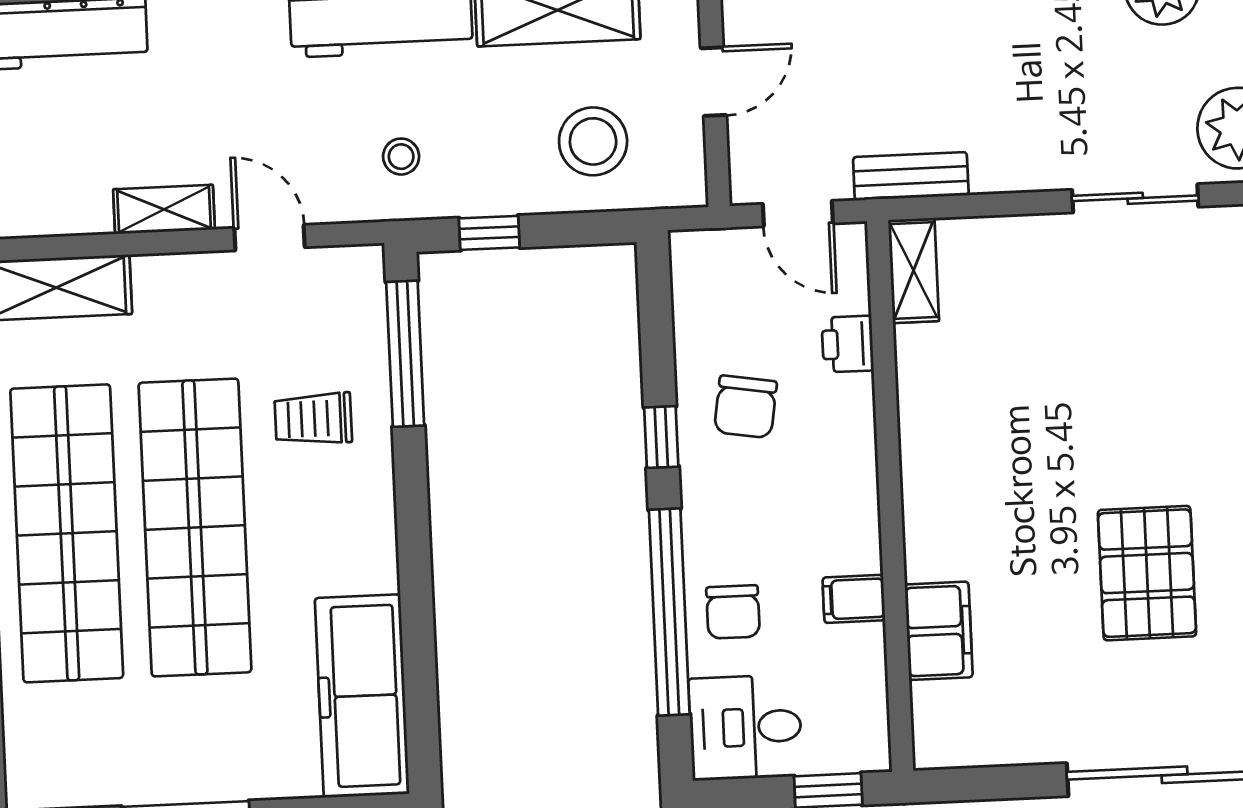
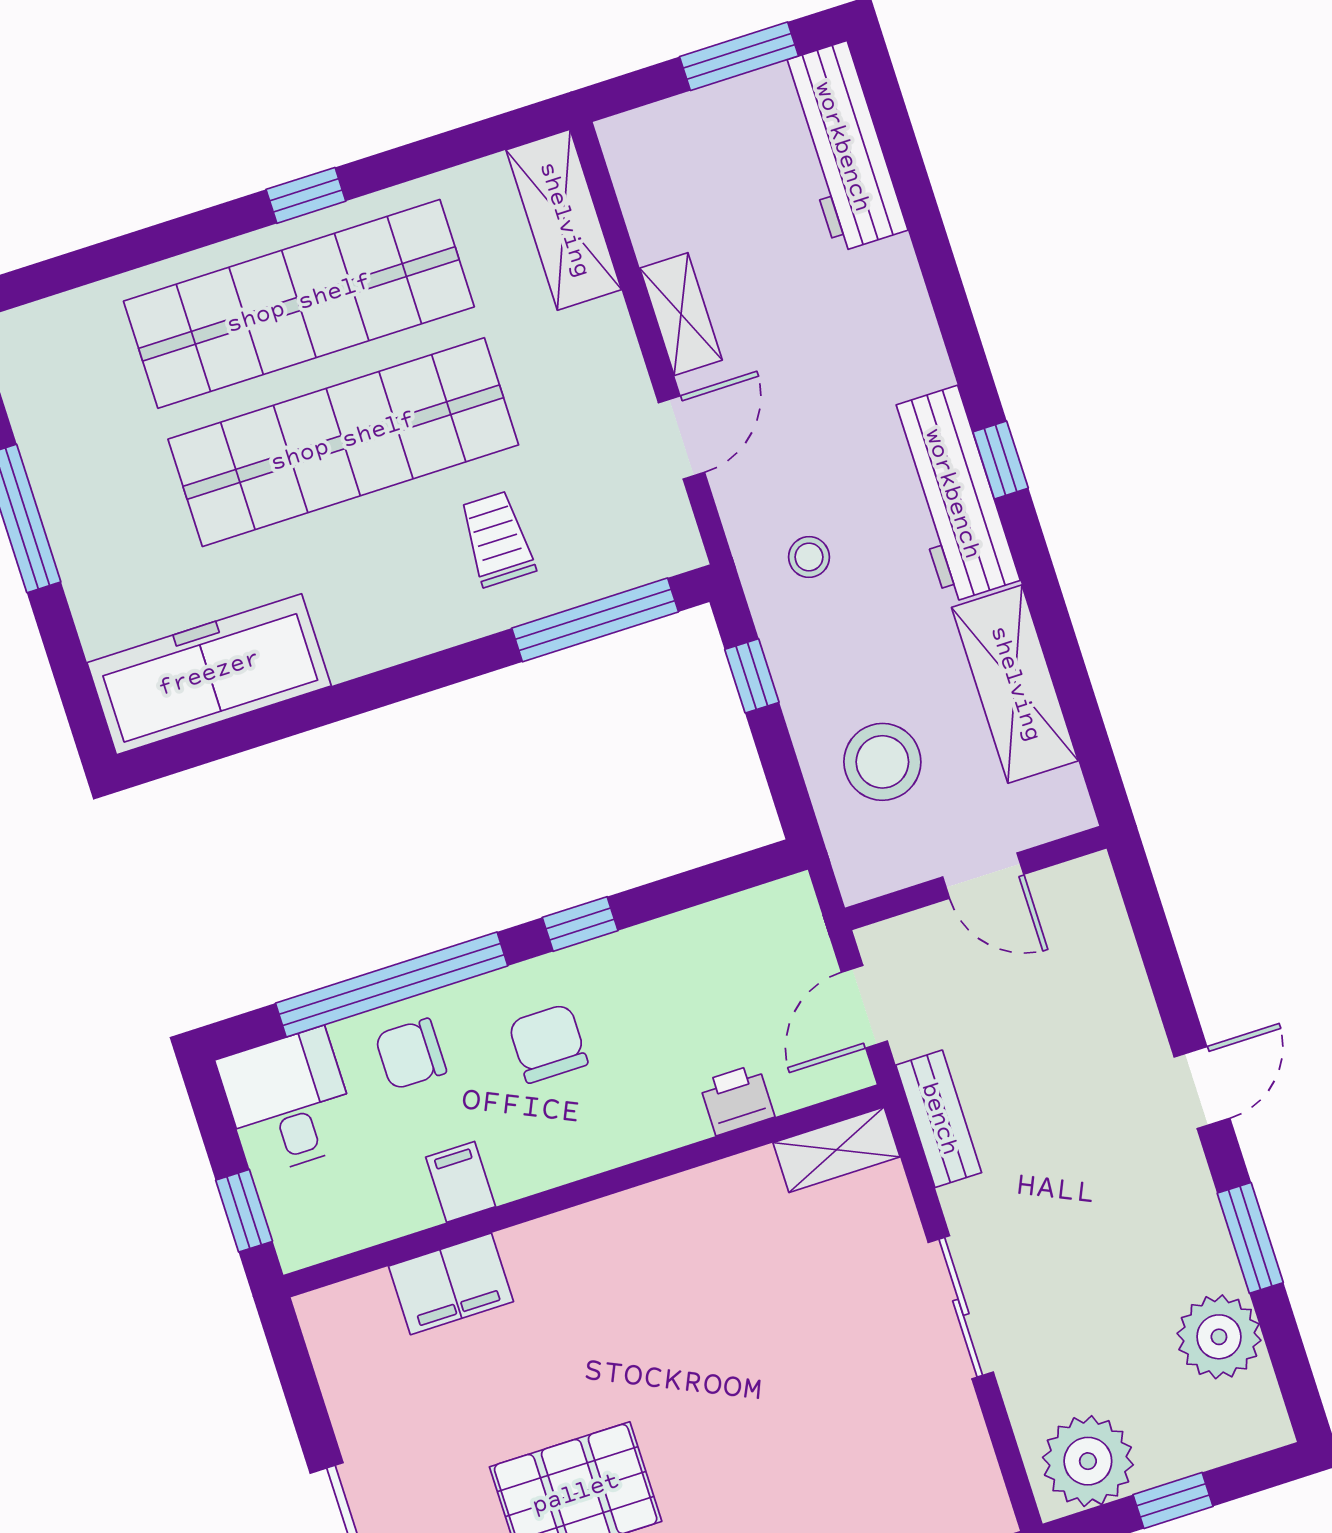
sliding door: (1135, 198) -> (961, 1307), moved
chair: (745, 407) -> (548, 1043), moved, turned 81

